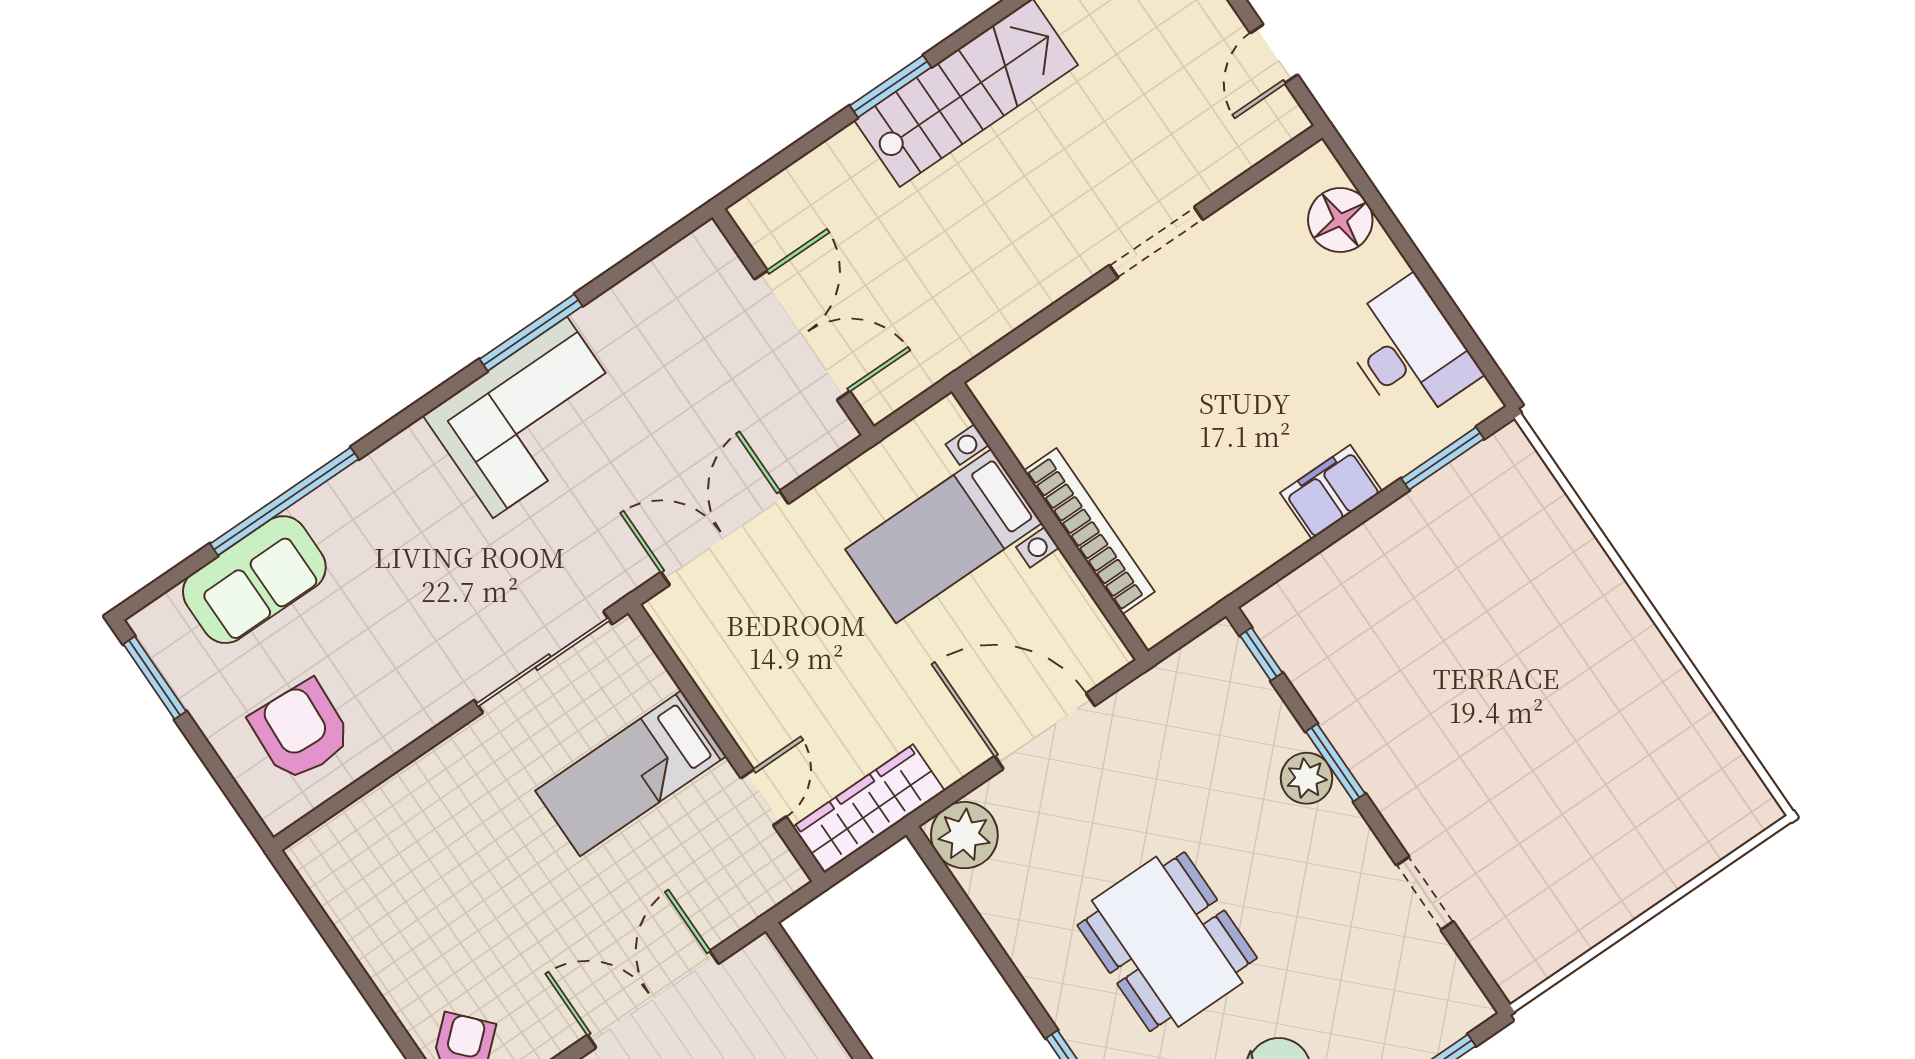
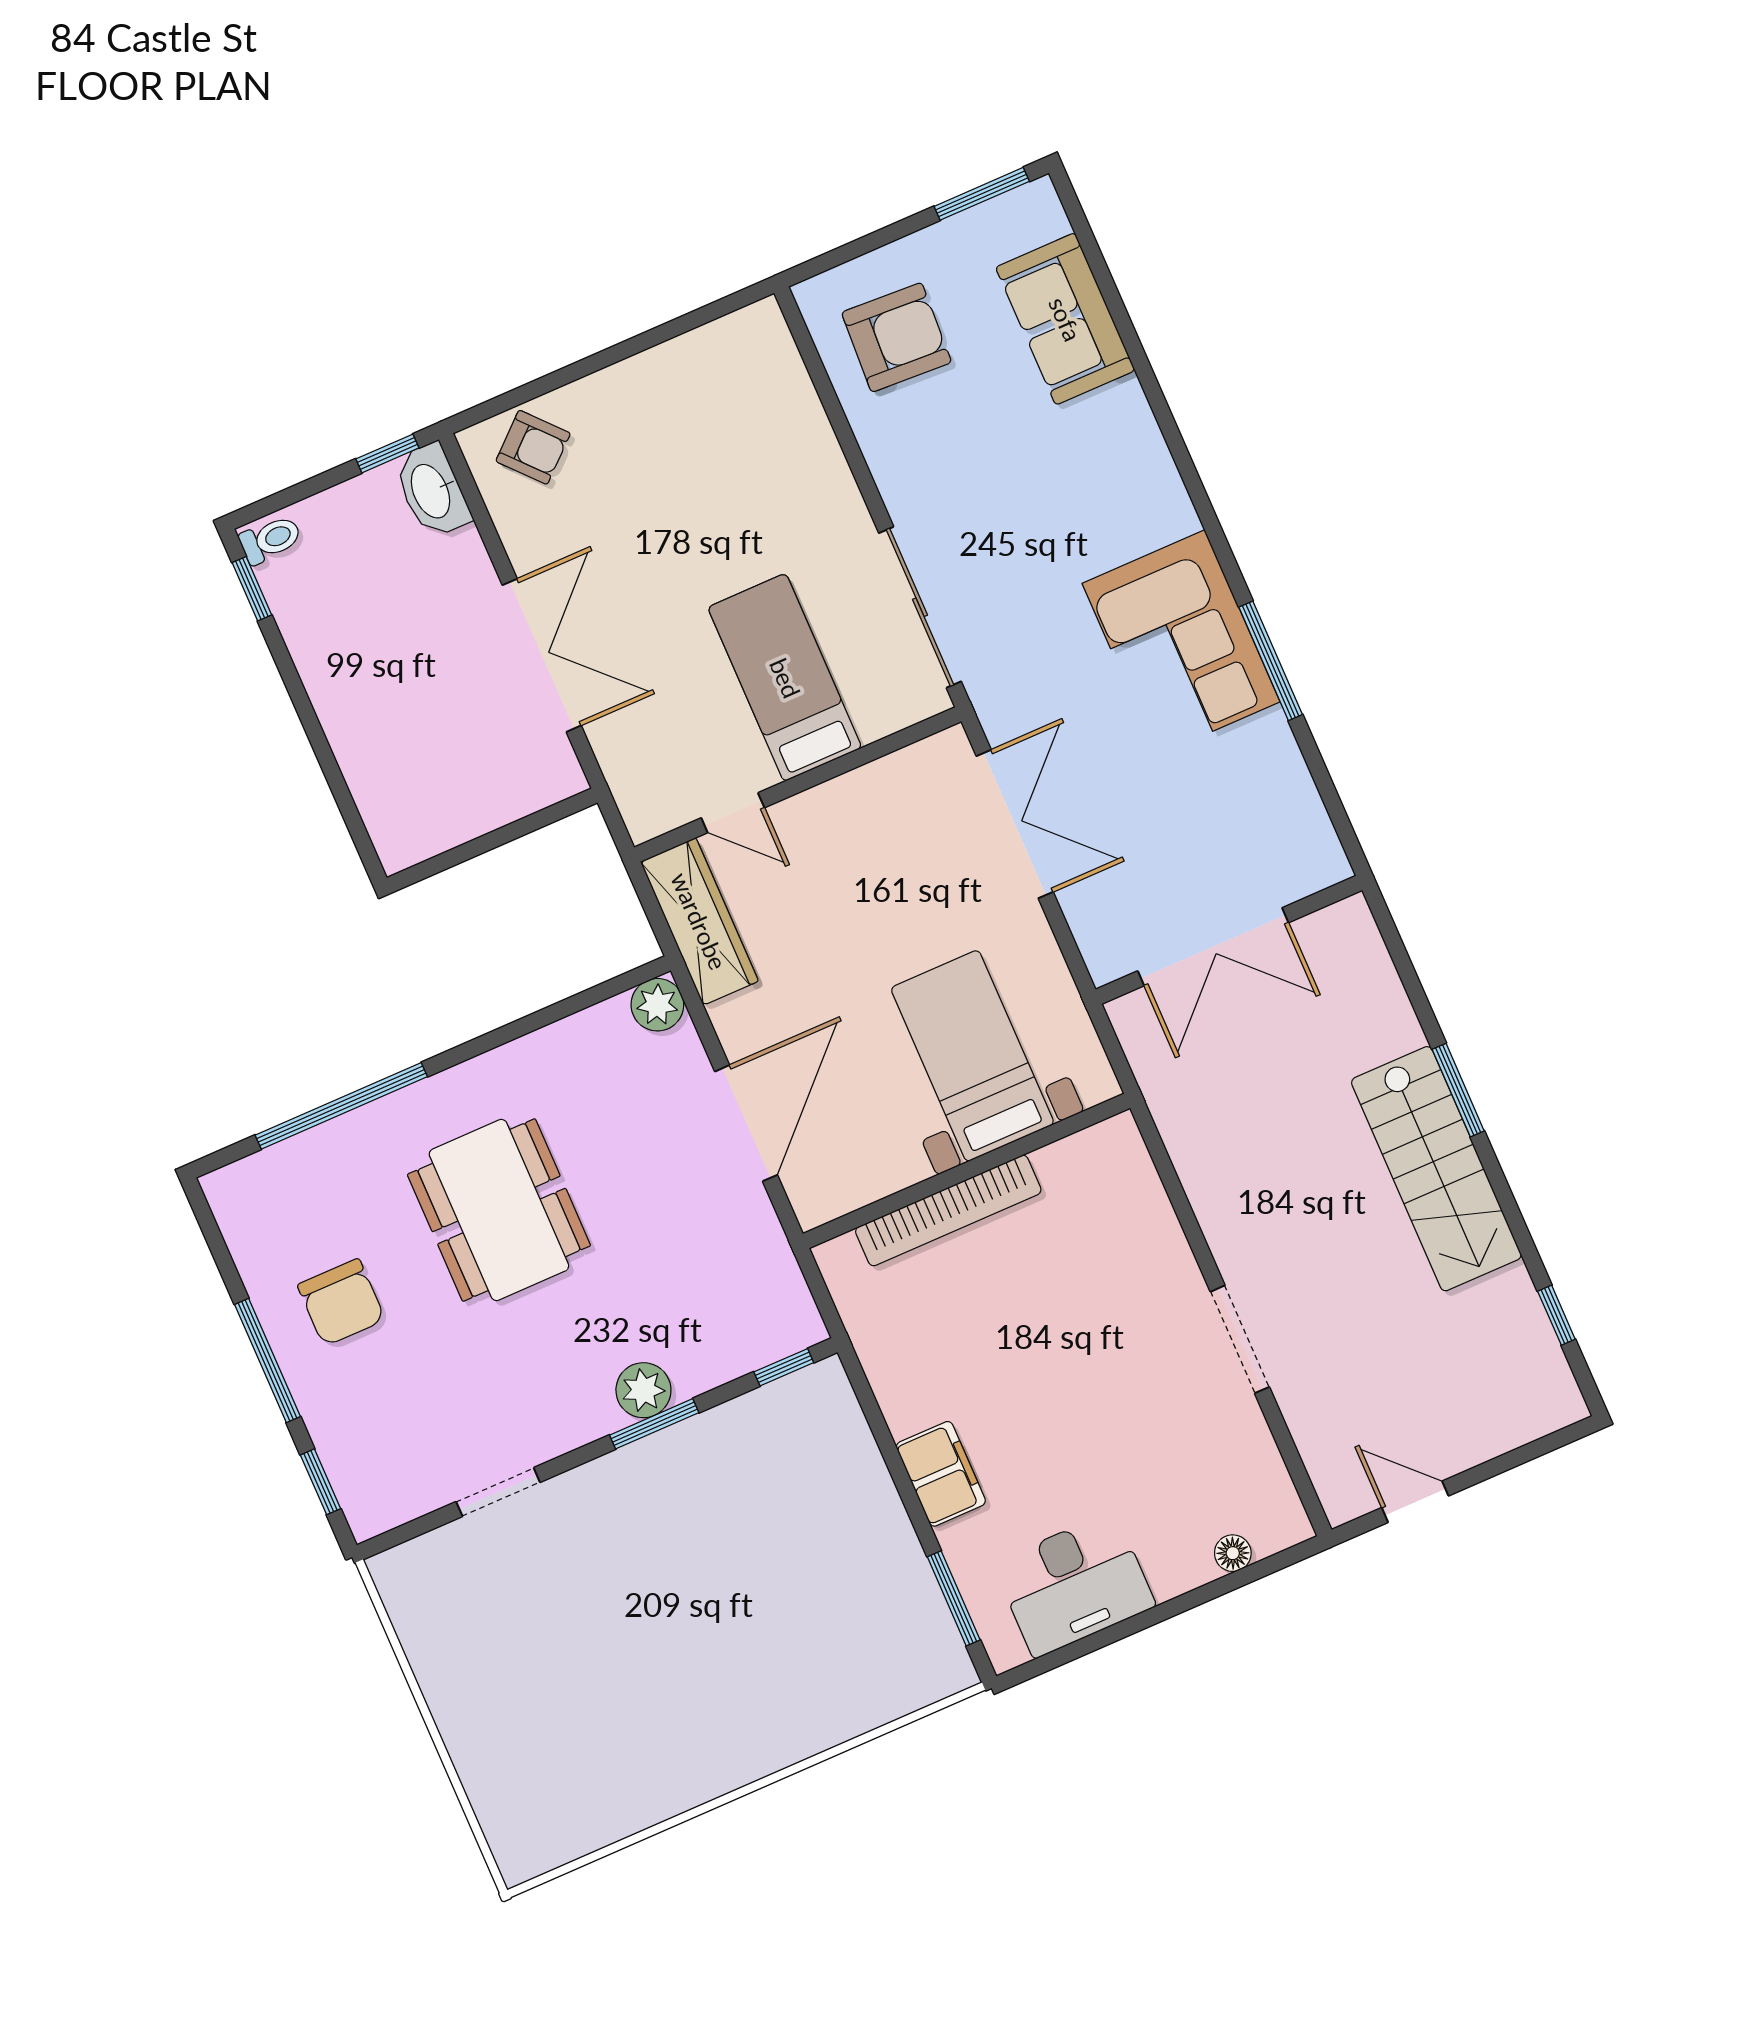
floor lamp: (1340, 220) -> (1233, 1553), width x0.53, depth x0.53
window: (284, 501) -> (1142, 366), removed
plant: (964, 835) -> (657, 1005), width x0.73, depth x0.73
dining table: (1167, 942) -> (499, 1210), turned 90

